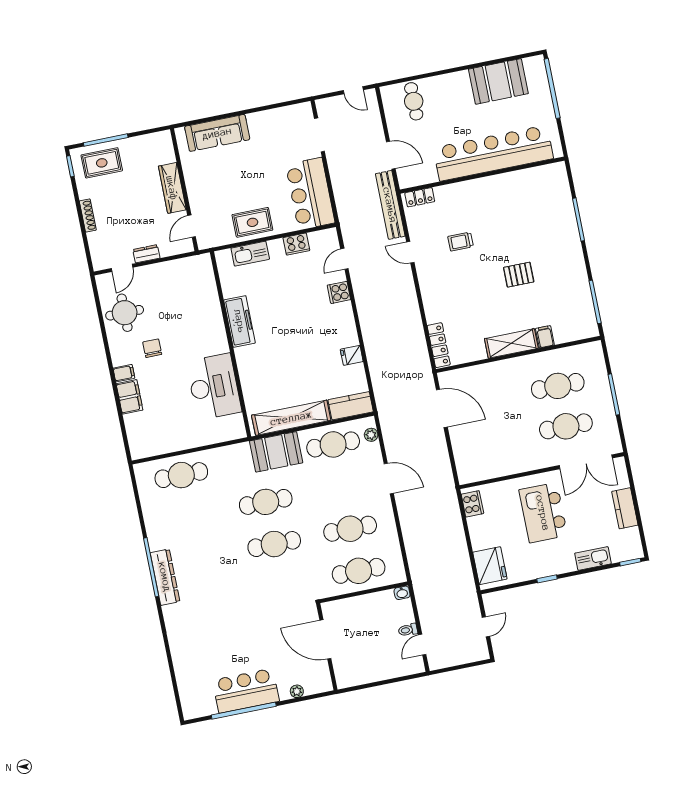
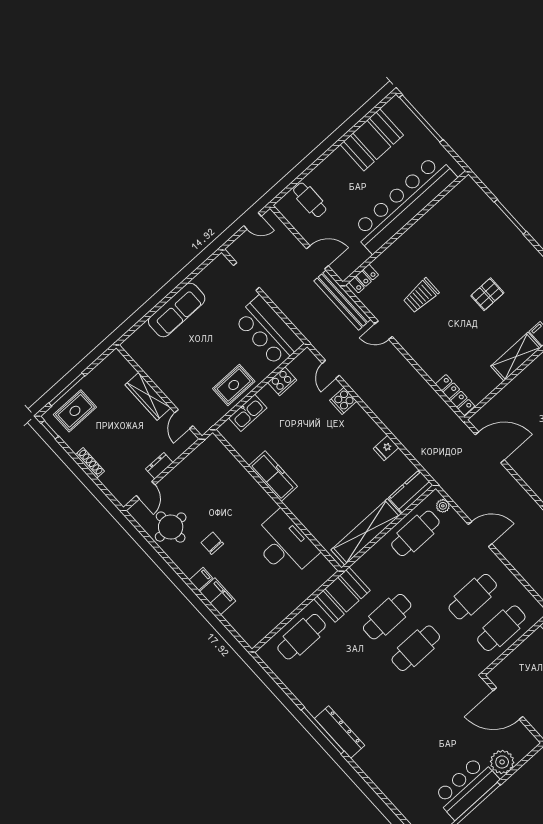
sofa: (217, 133) -> (177, 310), moved
trolley: (461, 242) -> (421, 296), width x1.36, depth x1.39
booth: (276, 452) -> (342, 595), moved
plant: (297, 691) -> (502, 762), width x1.88, depth x1.88

